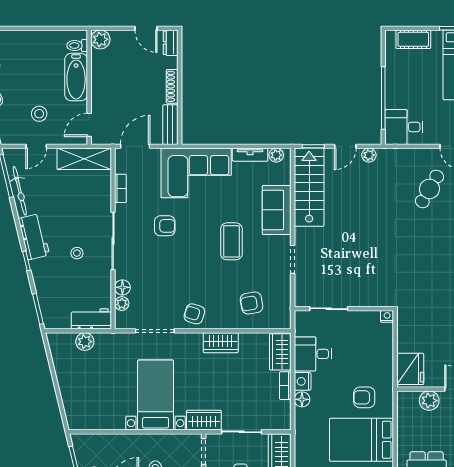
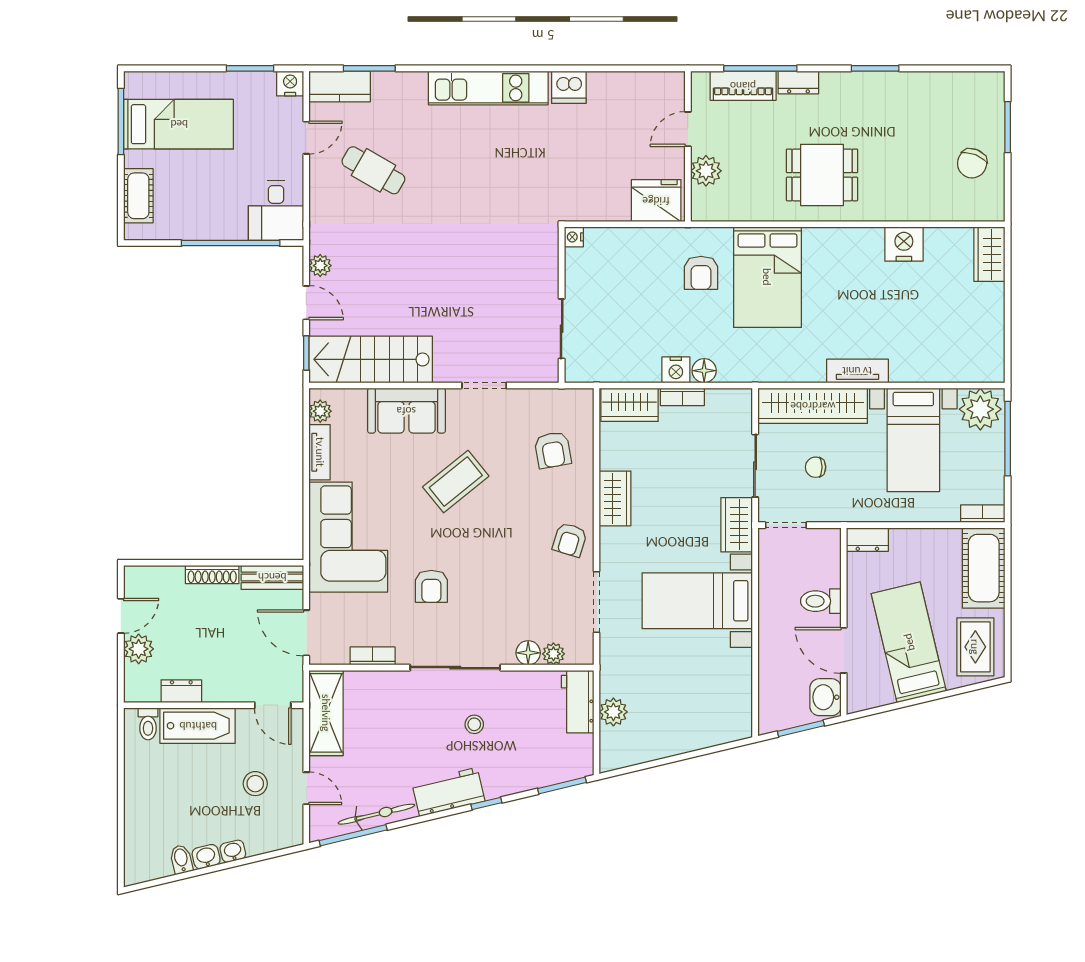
plant: (100, 39) -> (139, 649), moved
dresser: (171, 43) -> (181, 691), moved, turned 180
armchair: (165, 226) -> (431, 586), turned 180
coffee table: (231, 241) -> (456, 482), turned -39
desk: (313, 354) -> (633, 354), removed

